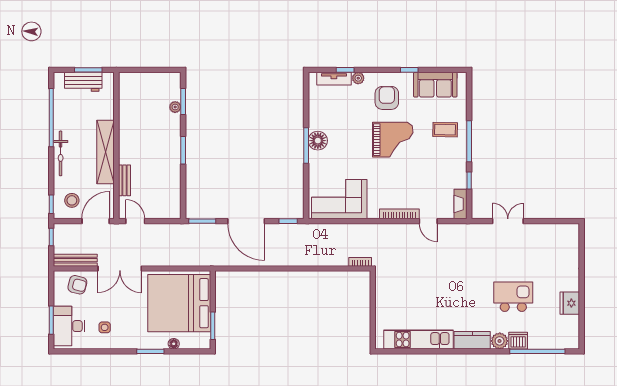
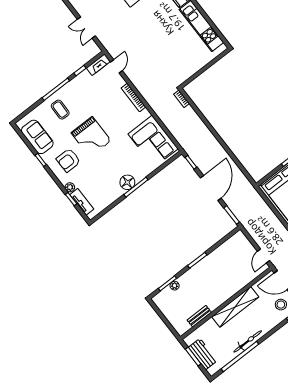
grand piano: (393, 140) -> (91, 137), turned 180
bicycle: (61, 153) -> (248, 341), moved
bench: (125, 180) -> (199, 316), moved
door: (428, 221) -> (116, 66), moved

